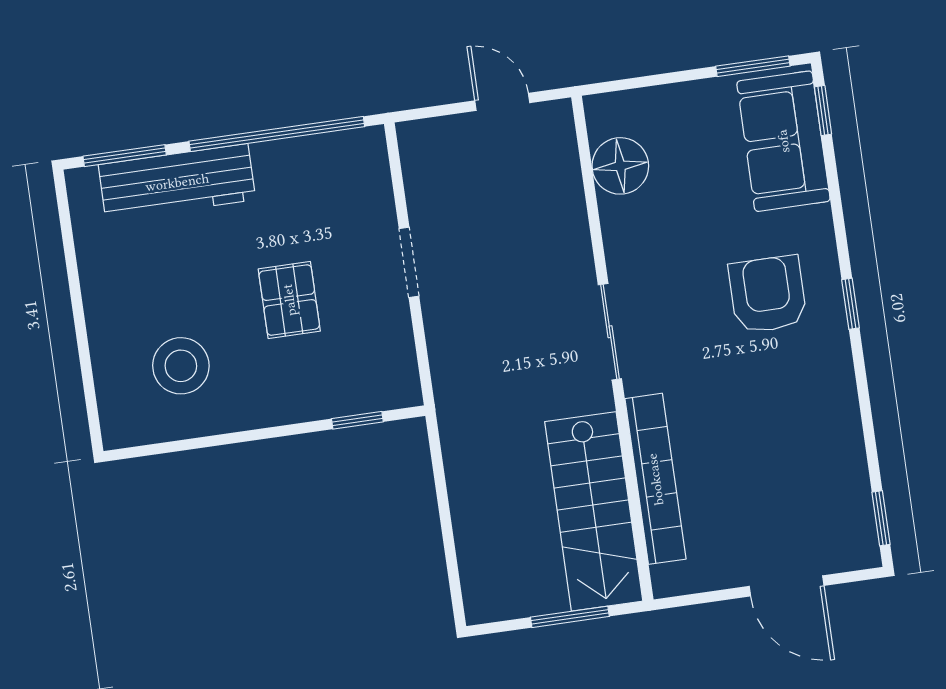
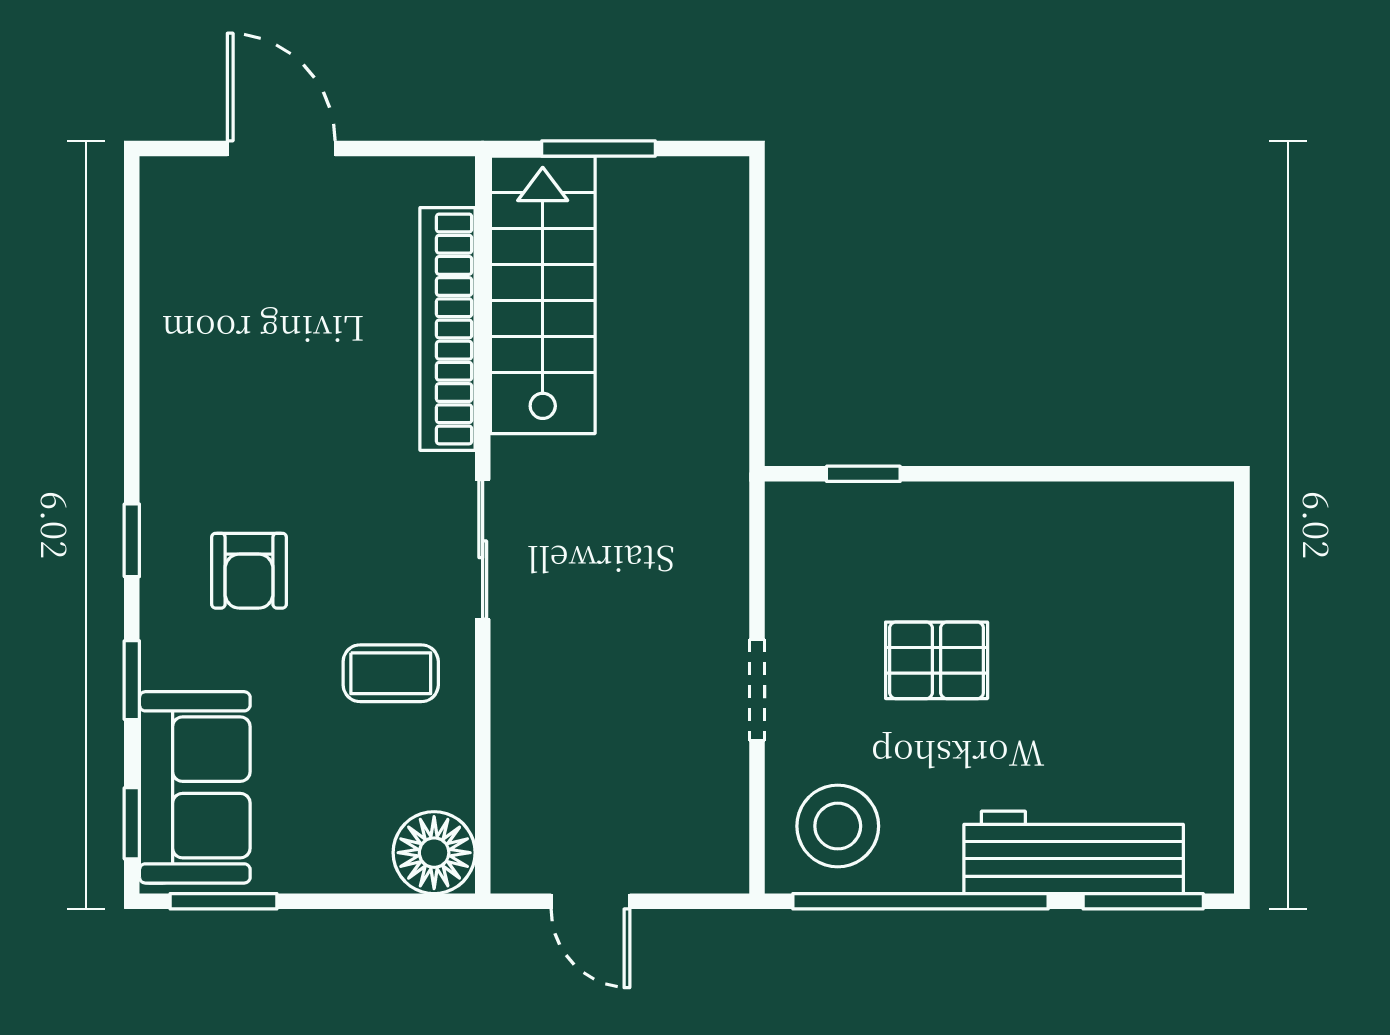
floor lamp: (620, 166) -> (434, 853), moved
coffee table: (661, 238) -> (391, 673), added
armchair: (768, 294) -> (249, 571), width x0.72, depth x0.72
pallet: (289, 300) -> (937, 660), turned 90
stool: (181, 366) -> (838, 826), moved
window: (881, 518) -> (132, 680), moved

